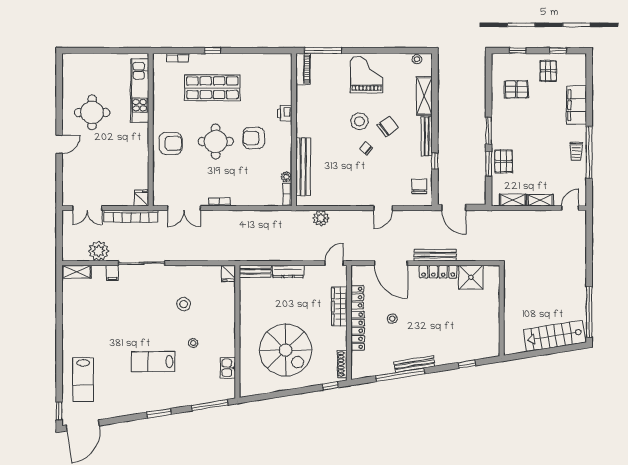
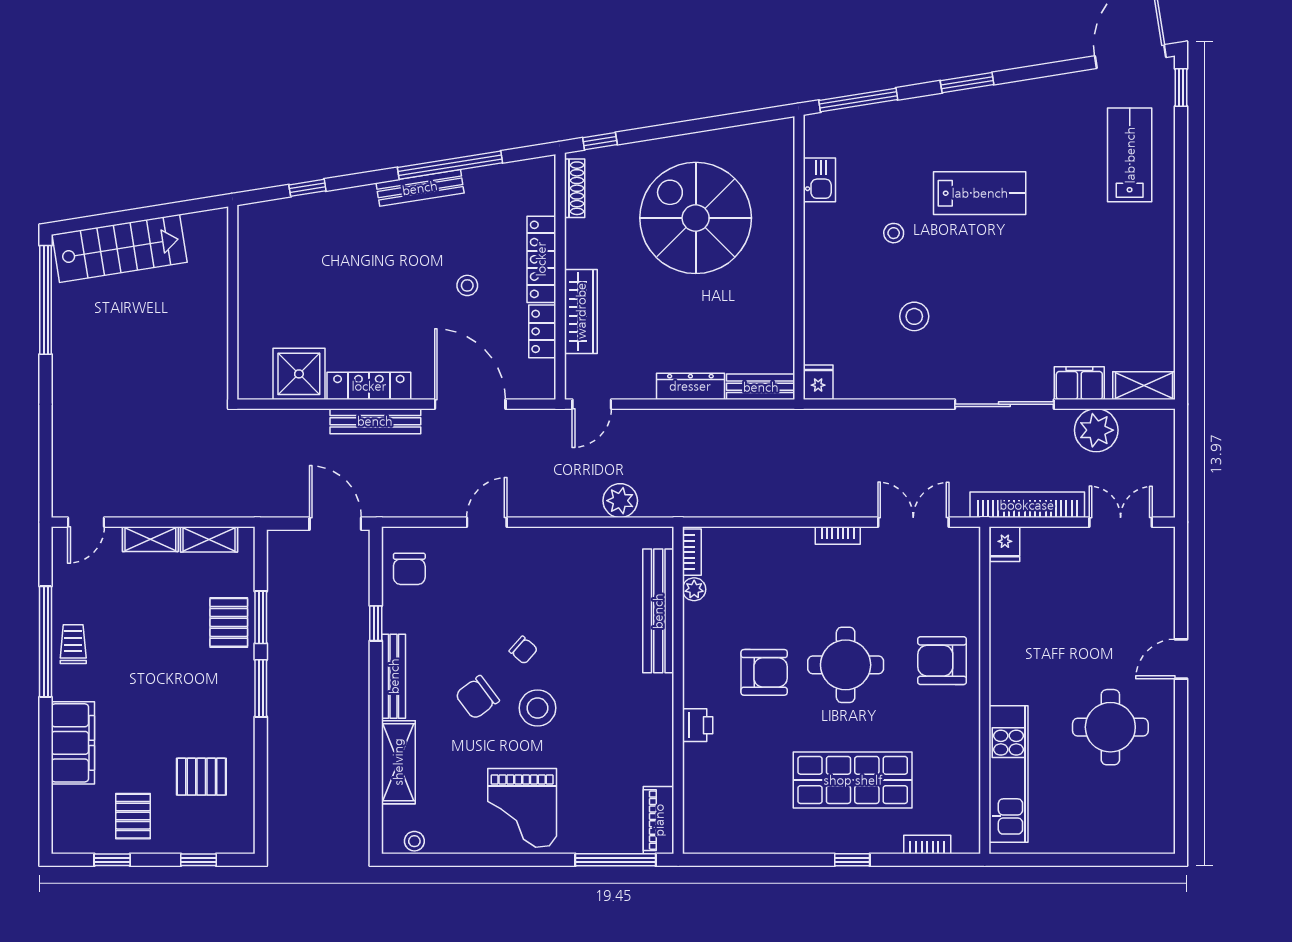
filing cabinet: (112, 273) -> (1079, 383), width x2.00

